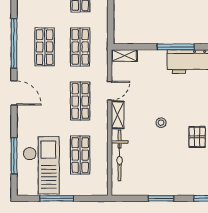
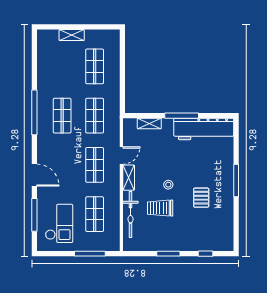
shelving: (124, 56) -> (149, 123), moved
door: (14, 93) -> (34, 175), moved
trolley: (152, 148) -> (160, 208), added
checkout: (41, 165) -> (59, 223), width x0.73, depth x0.83
window: (57, 198) -> (90, 254), moved

